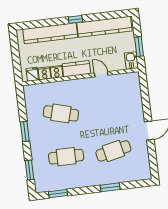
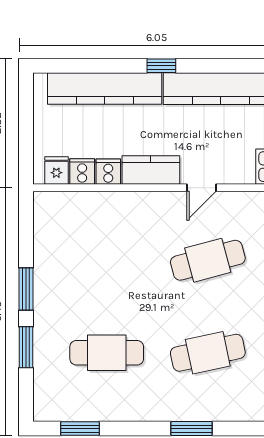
door: (101, 74) -> (202, 188), swing flipped
cafe table: (61, 113) -> (208, 260), moved, turned -30
window: (29, 170) -> (26, 347), moved

